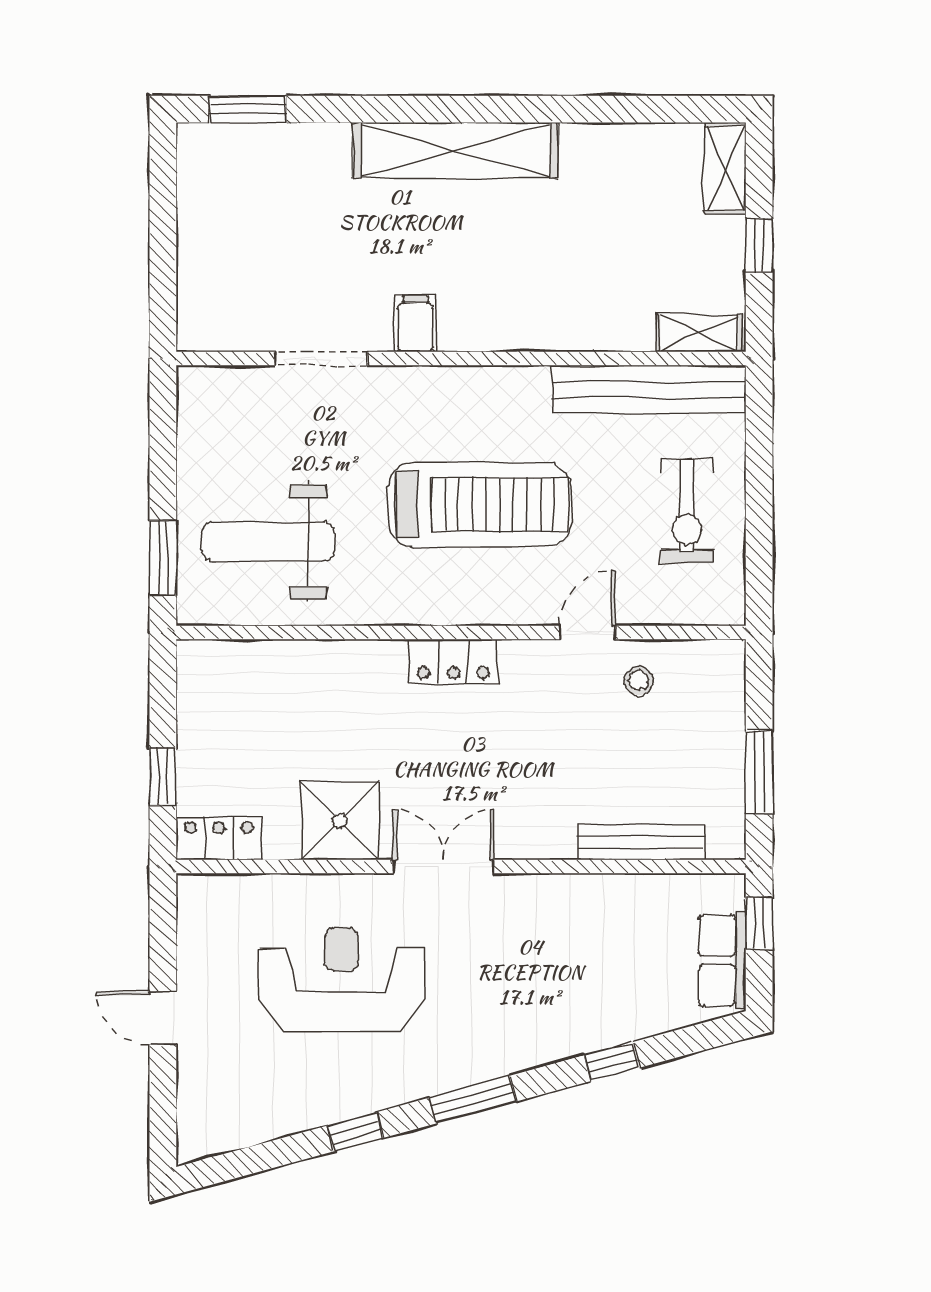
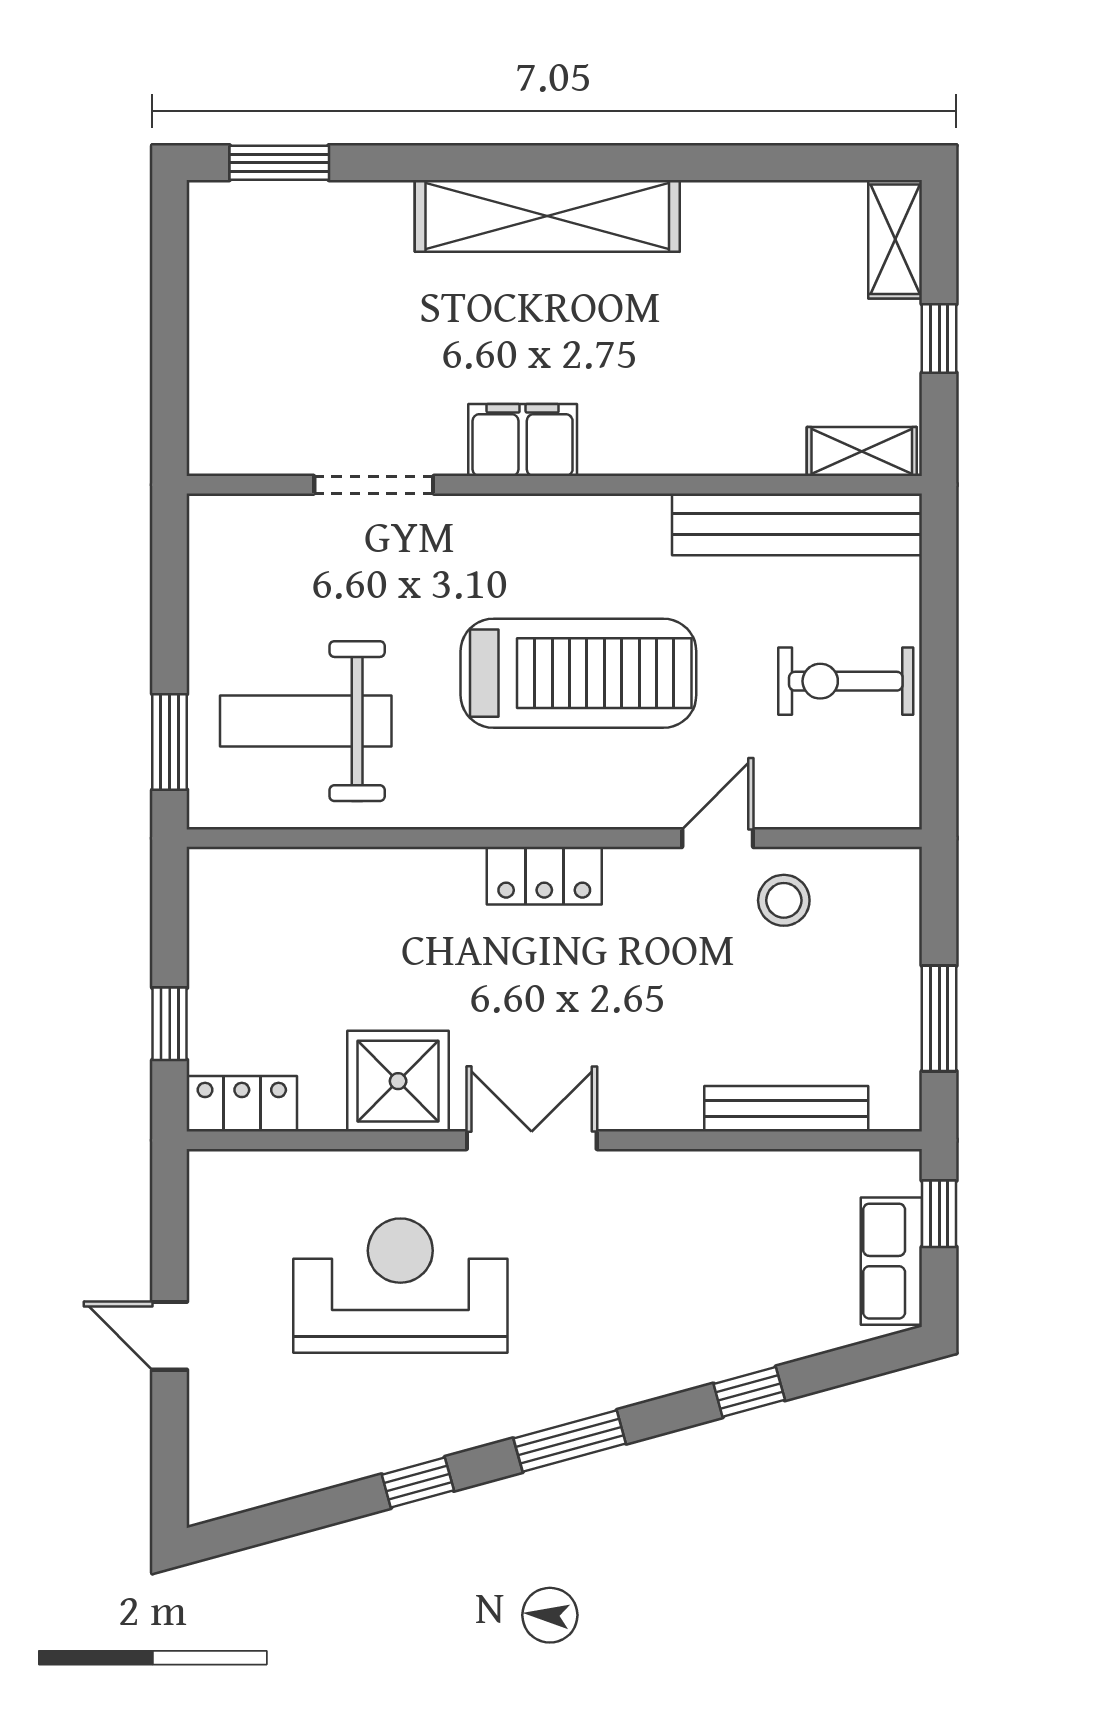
filing cabinet: (415, 324) -> (523, 440), width x2.00
exercise bike: (687, 511) -> (846, 681), turned 90
stool: (639, 681) -> (784, 900), width x1.37, depth x1.37

